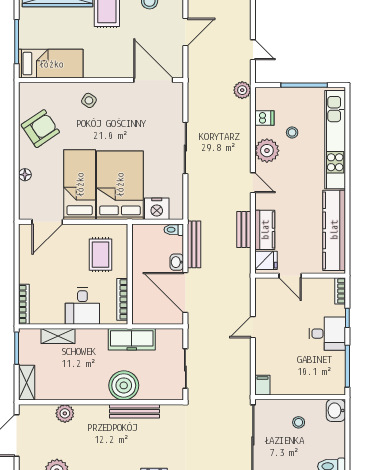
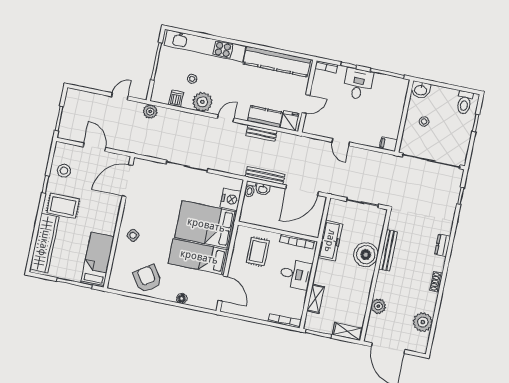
rug: (101, 255) -> (258, 252), turned 90
washbasin: (177, 262) -> (263, 189), moved

